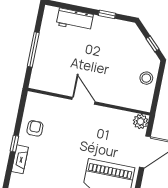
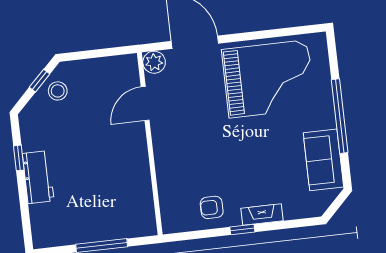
workbench: (75, 20) -> (38, 177), moved
stool: (146, 78) -> (58, 91), moved
door: (83, 101) -> (145, 104), moved

